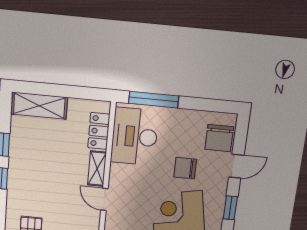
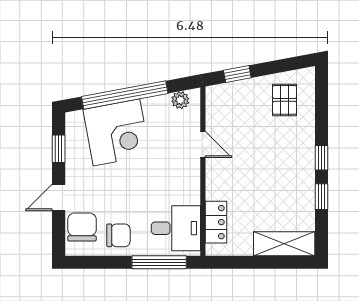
desk: (135, 137) -> (176, 228), width x0.73
chair: (185, 168) -> (118, 235), moved
shelving: (97, 169) -> (214, 179), removed

